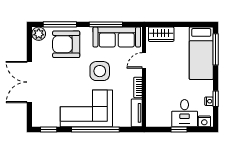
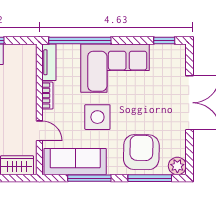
armchair: (66, 44) -> (141, 152), turned -89
door: (144, 60) -> (39, 131), hinge flipped
window: (95, 130) -> (80, 41), moved

